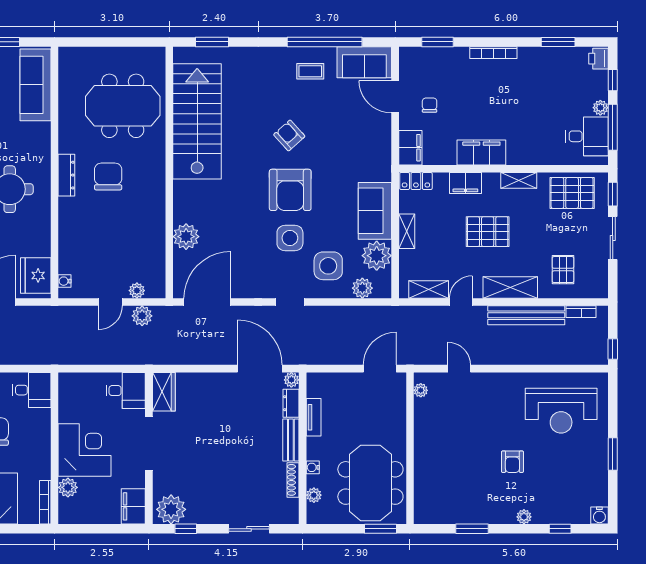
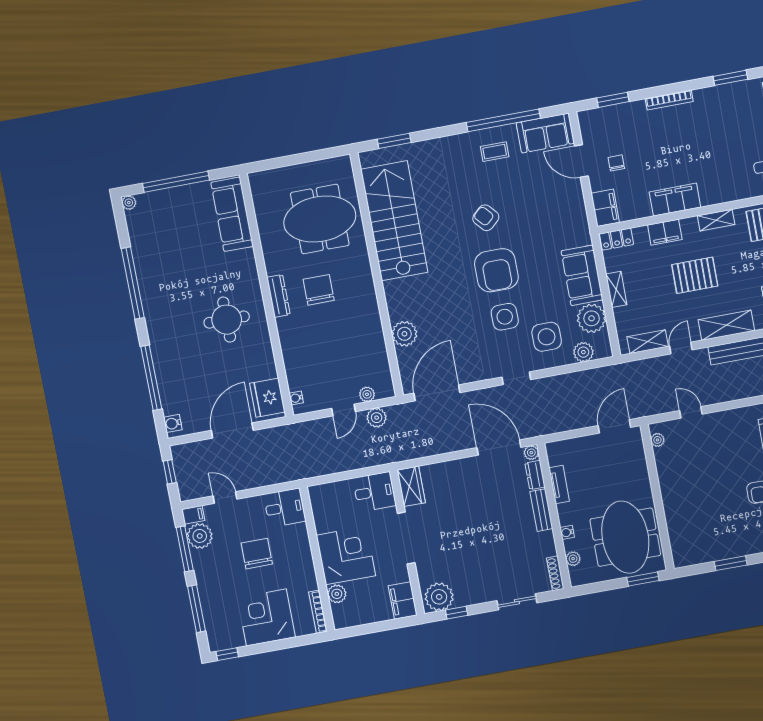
shoe rack: (293, 480) -> (555, 573), moved

